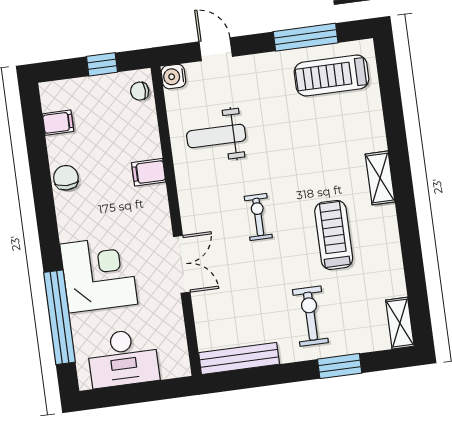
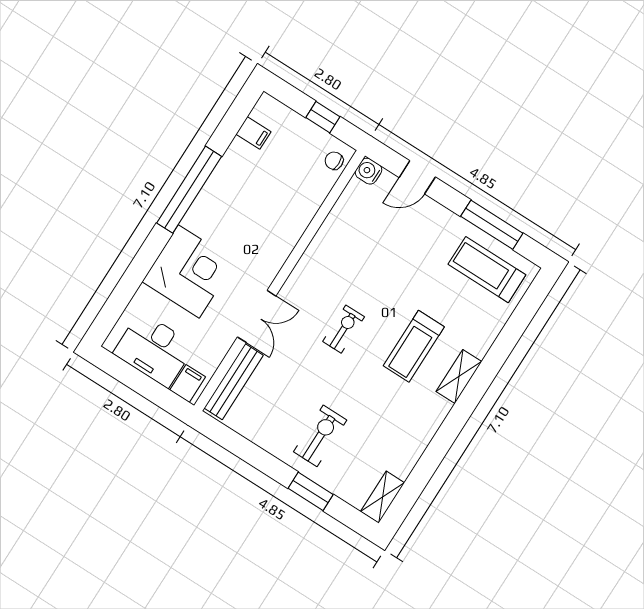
door: (216, 49) -> (417, 177), swing flipped
weight bench: (216, 136) -> (363, 242), removed
filing cabinet: (149, 172) -> (188, 383), moved, turned 90
chair: (66, 178) -> (225, 179), removed
treadmill: (334, 235) -> (414, 346), moved, turned 180
window: (59, 317) -> (189, 190), moved
bench: (239, 358) -> (234, 382), moved, turned 90

